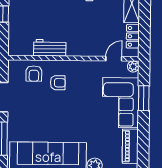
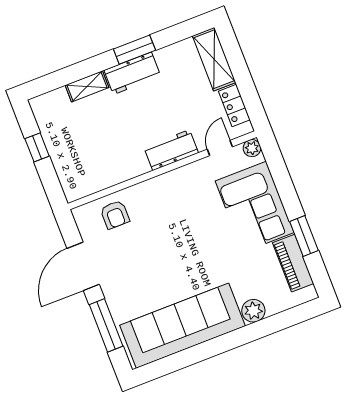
workbench: (50, 48) -> (171, 150), moved
armchair: (58, 83) -> (154, 214), removed
window: (144, 98) -> (304, 236), moved

